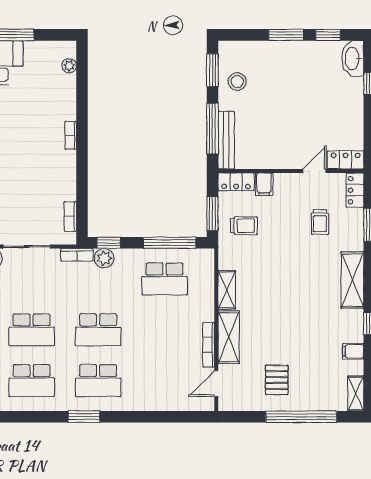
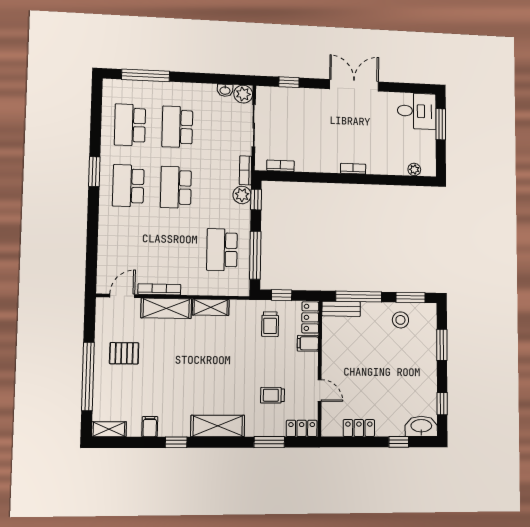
window: (286, 35) -> (442, 345), moved
bench: (226, 140) -> (341, 309), width x0.73
locker: (346, 160) -> (359, 428), moved, turned -90
window: (212, 214) -> (282, 295), width x0.67
door: (216, 384) -> (122, 296), hinge flipped

